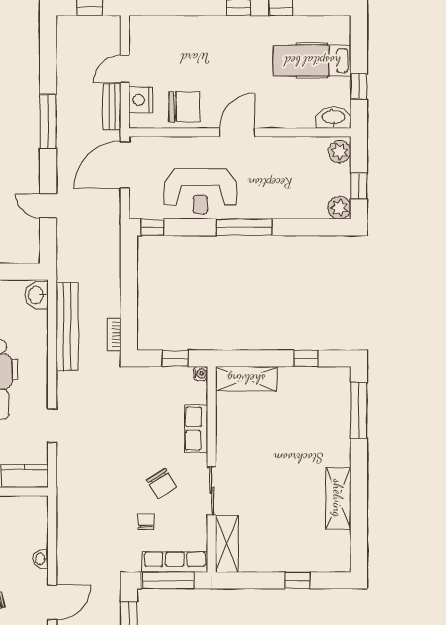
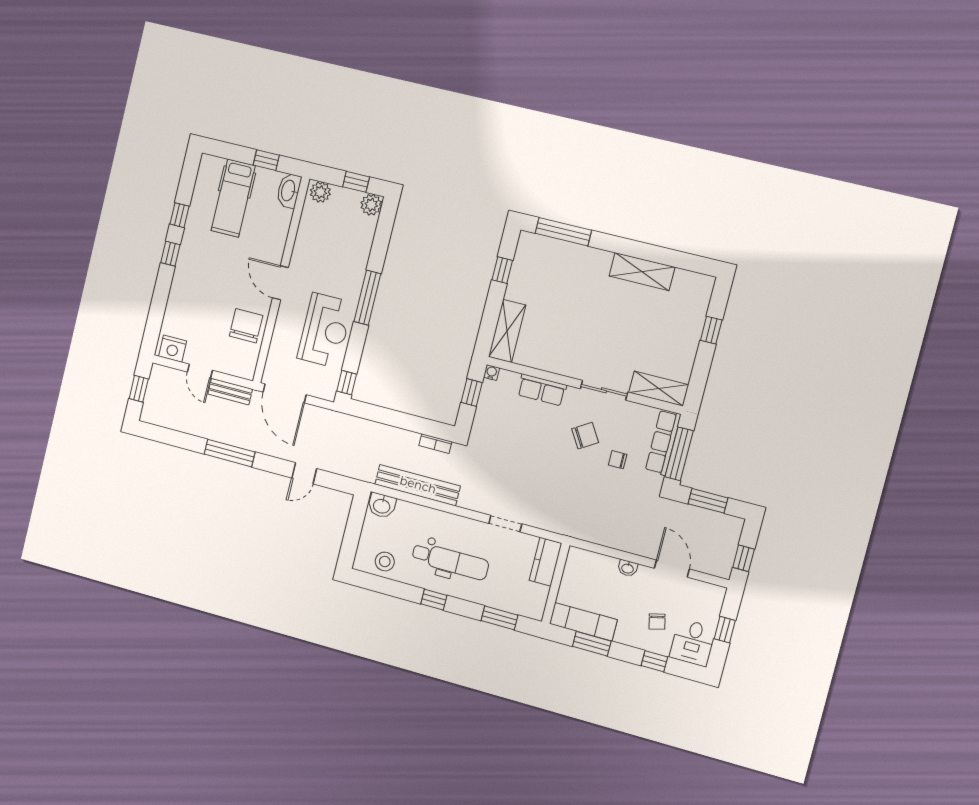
nightstand: (141, 100) -> (173, 349), moved

